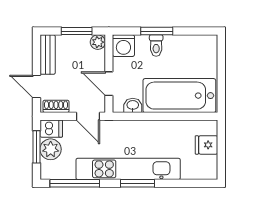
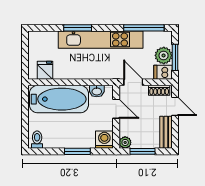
toilet: (156, 46) -> (37, 140), moved
fridge: (206, 145) -> (45, 70), moved, turned -90
window: (137, 183) -> (78, 28), moved

